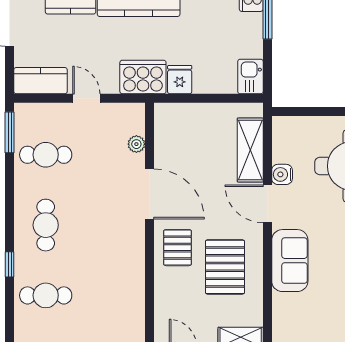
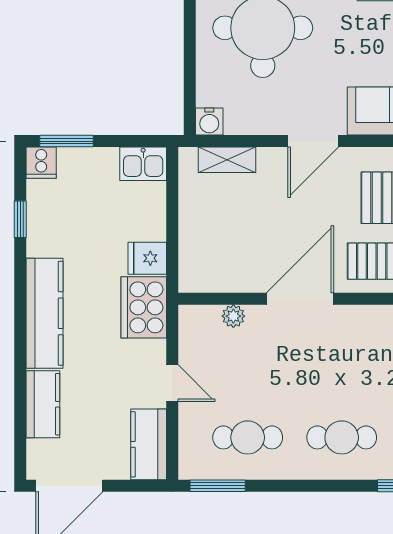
door: (86, 98) -> (172, 383), swing flipped
shelving: (250, 150) -> (227, 160), width x0.67, depth x0.75
cafe table: (46, 155) -> (248, 437), turned 90
water cooler: (282, 174) -> (209, 121), moved

